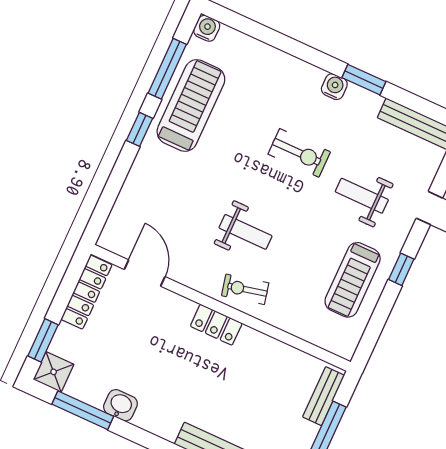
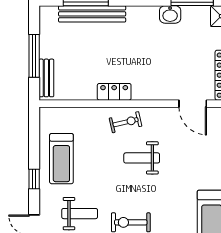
treadmill: (353, 280) -> (61, 159), turned 180
locker: (216, 325) -> (114, 92), moved

